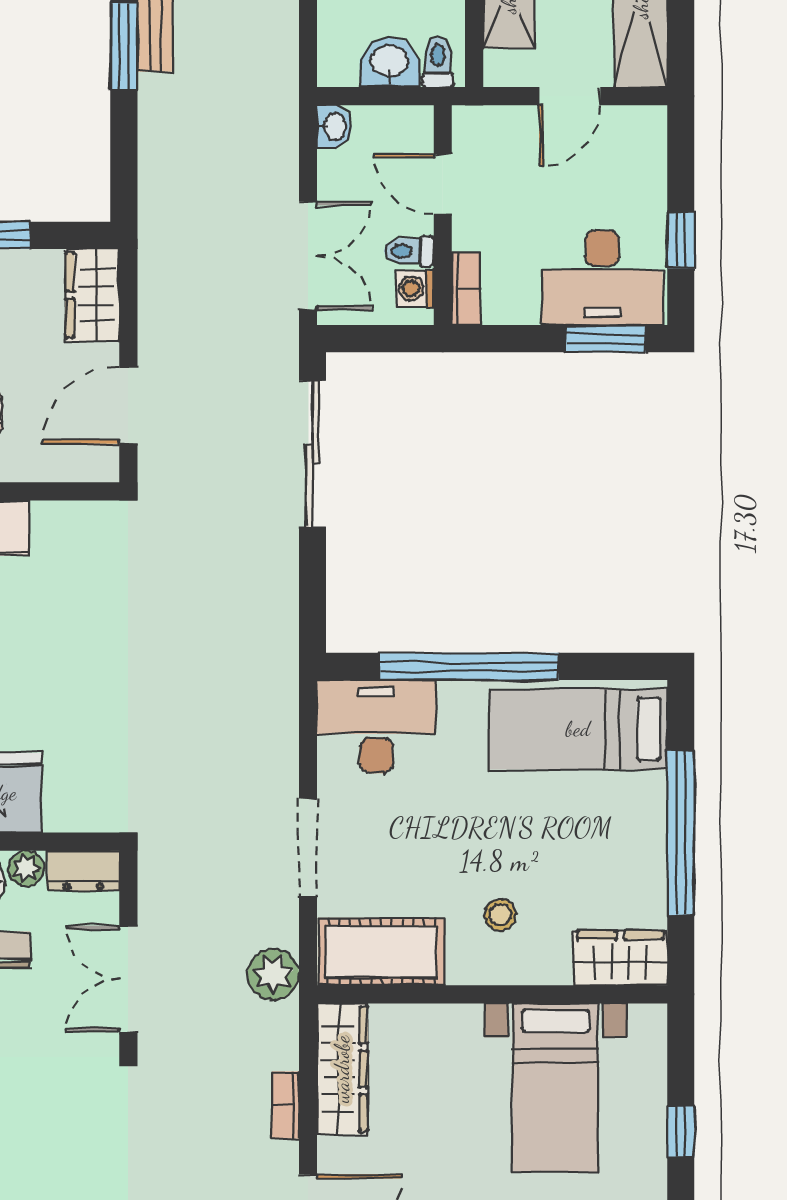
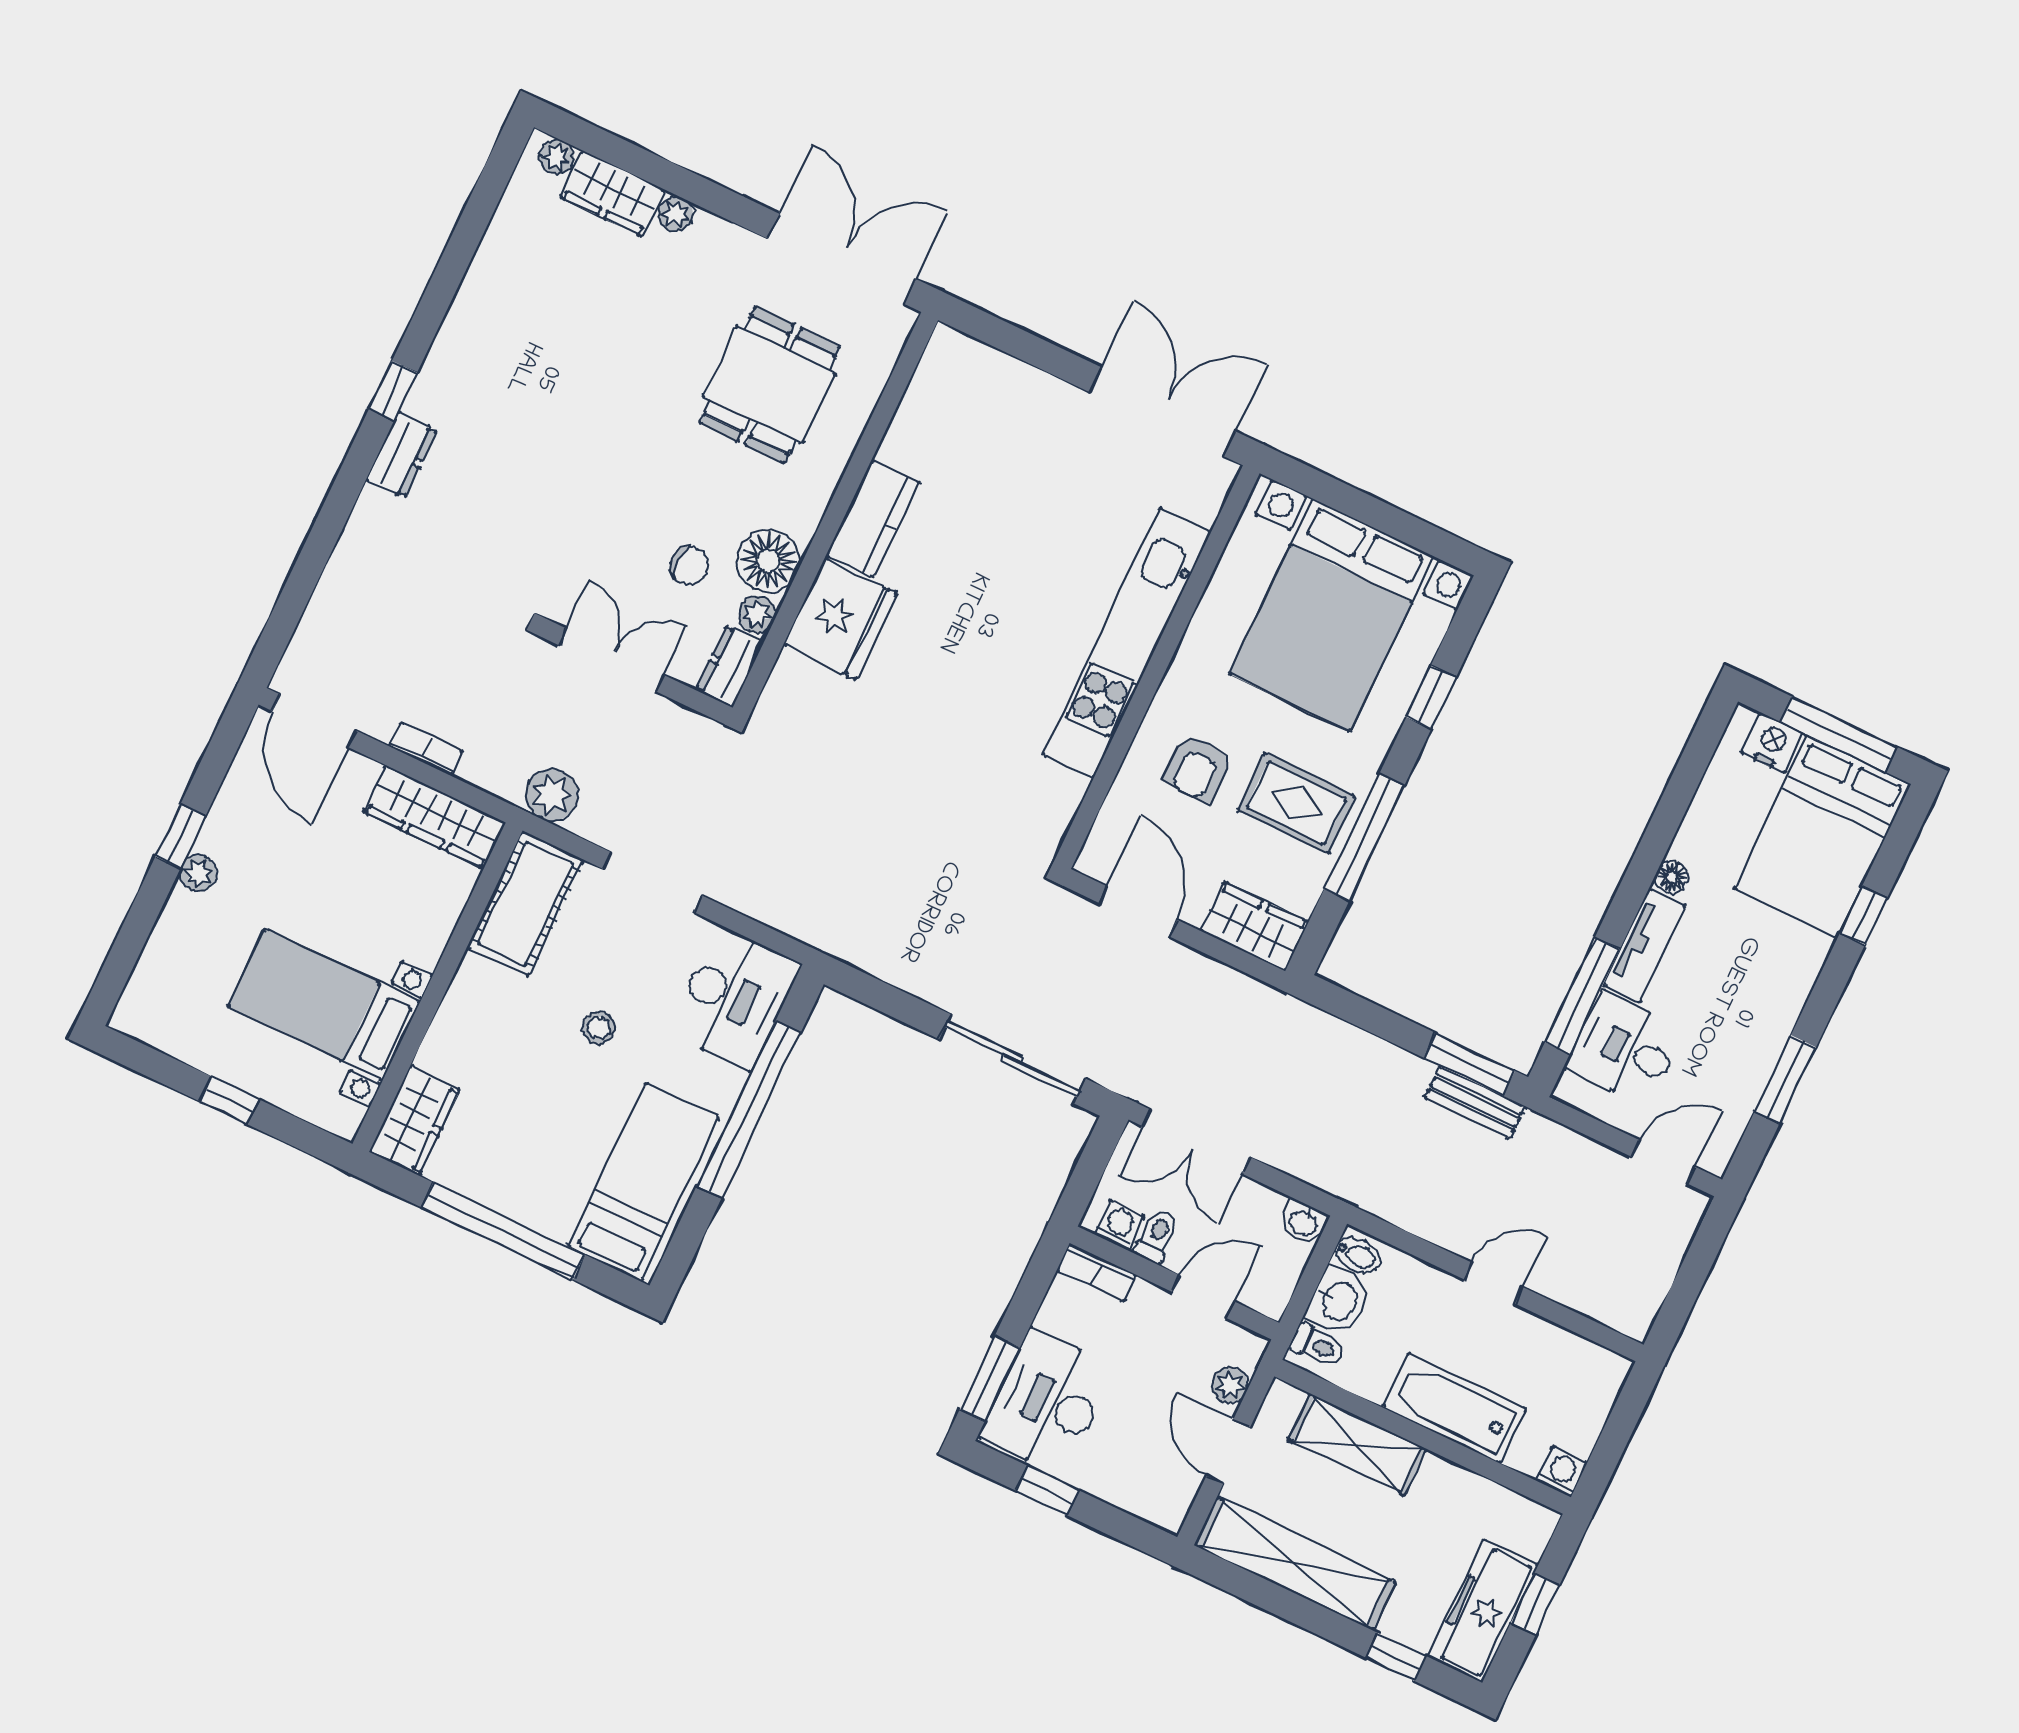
bidet: (341, 64) -> (1358, 1255), added
plant: (510, 123) -> (1230, 1385), added
stool: (500, 915) -> (599, 1028), moved

